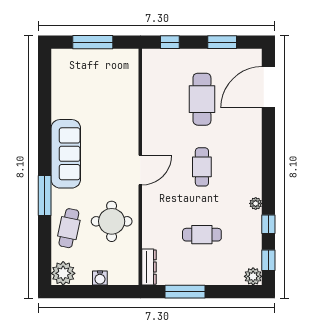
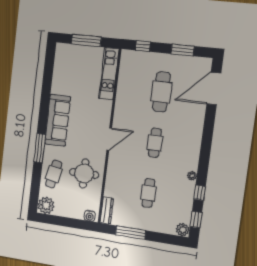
kitchen unit: (129, 83) -> (109, 74), added
cafe table: (202, 235) -> (148, 193), turned 90
water cooler: (100, 278) -> (90, 216), moved

